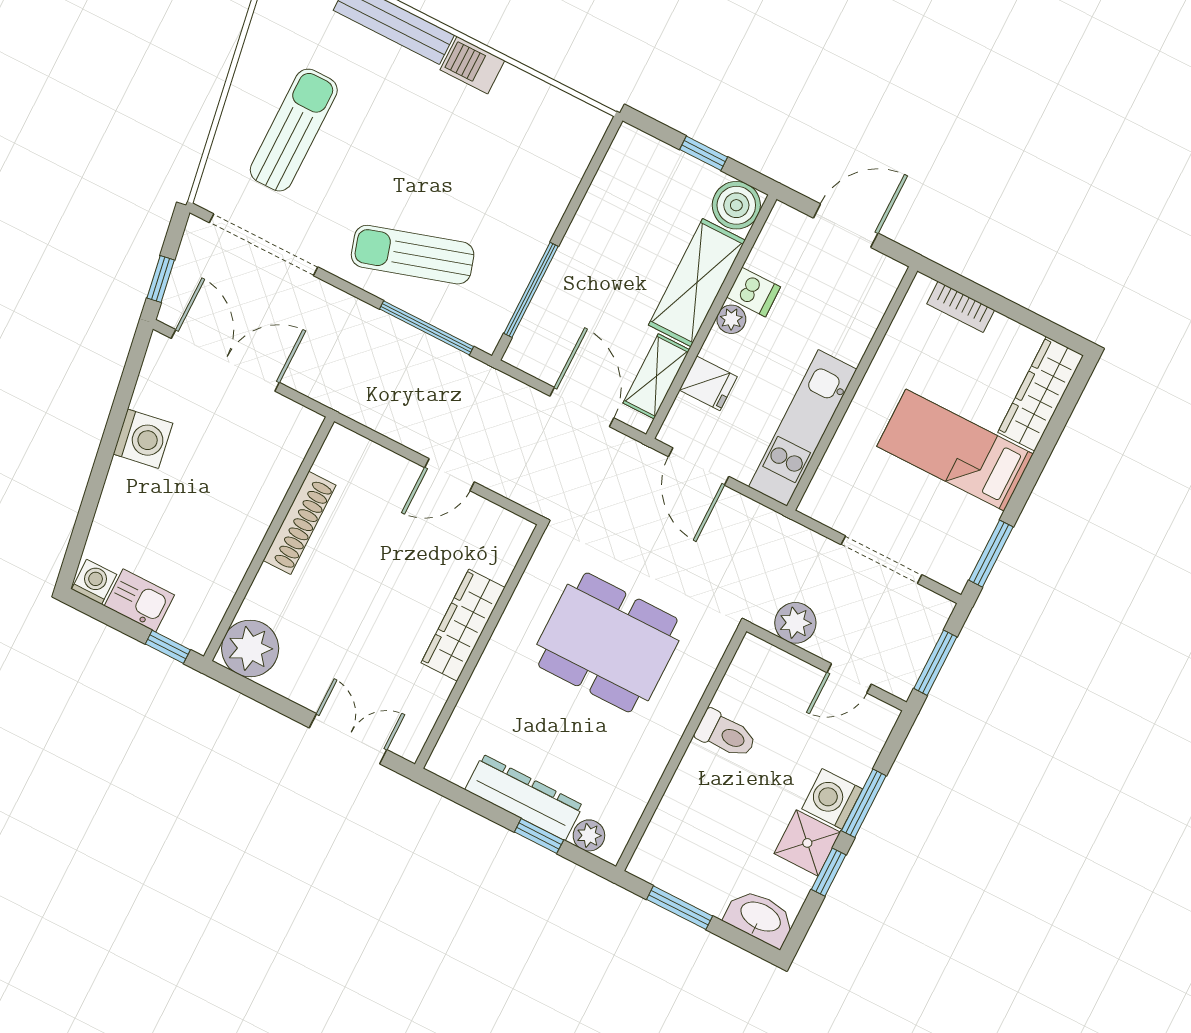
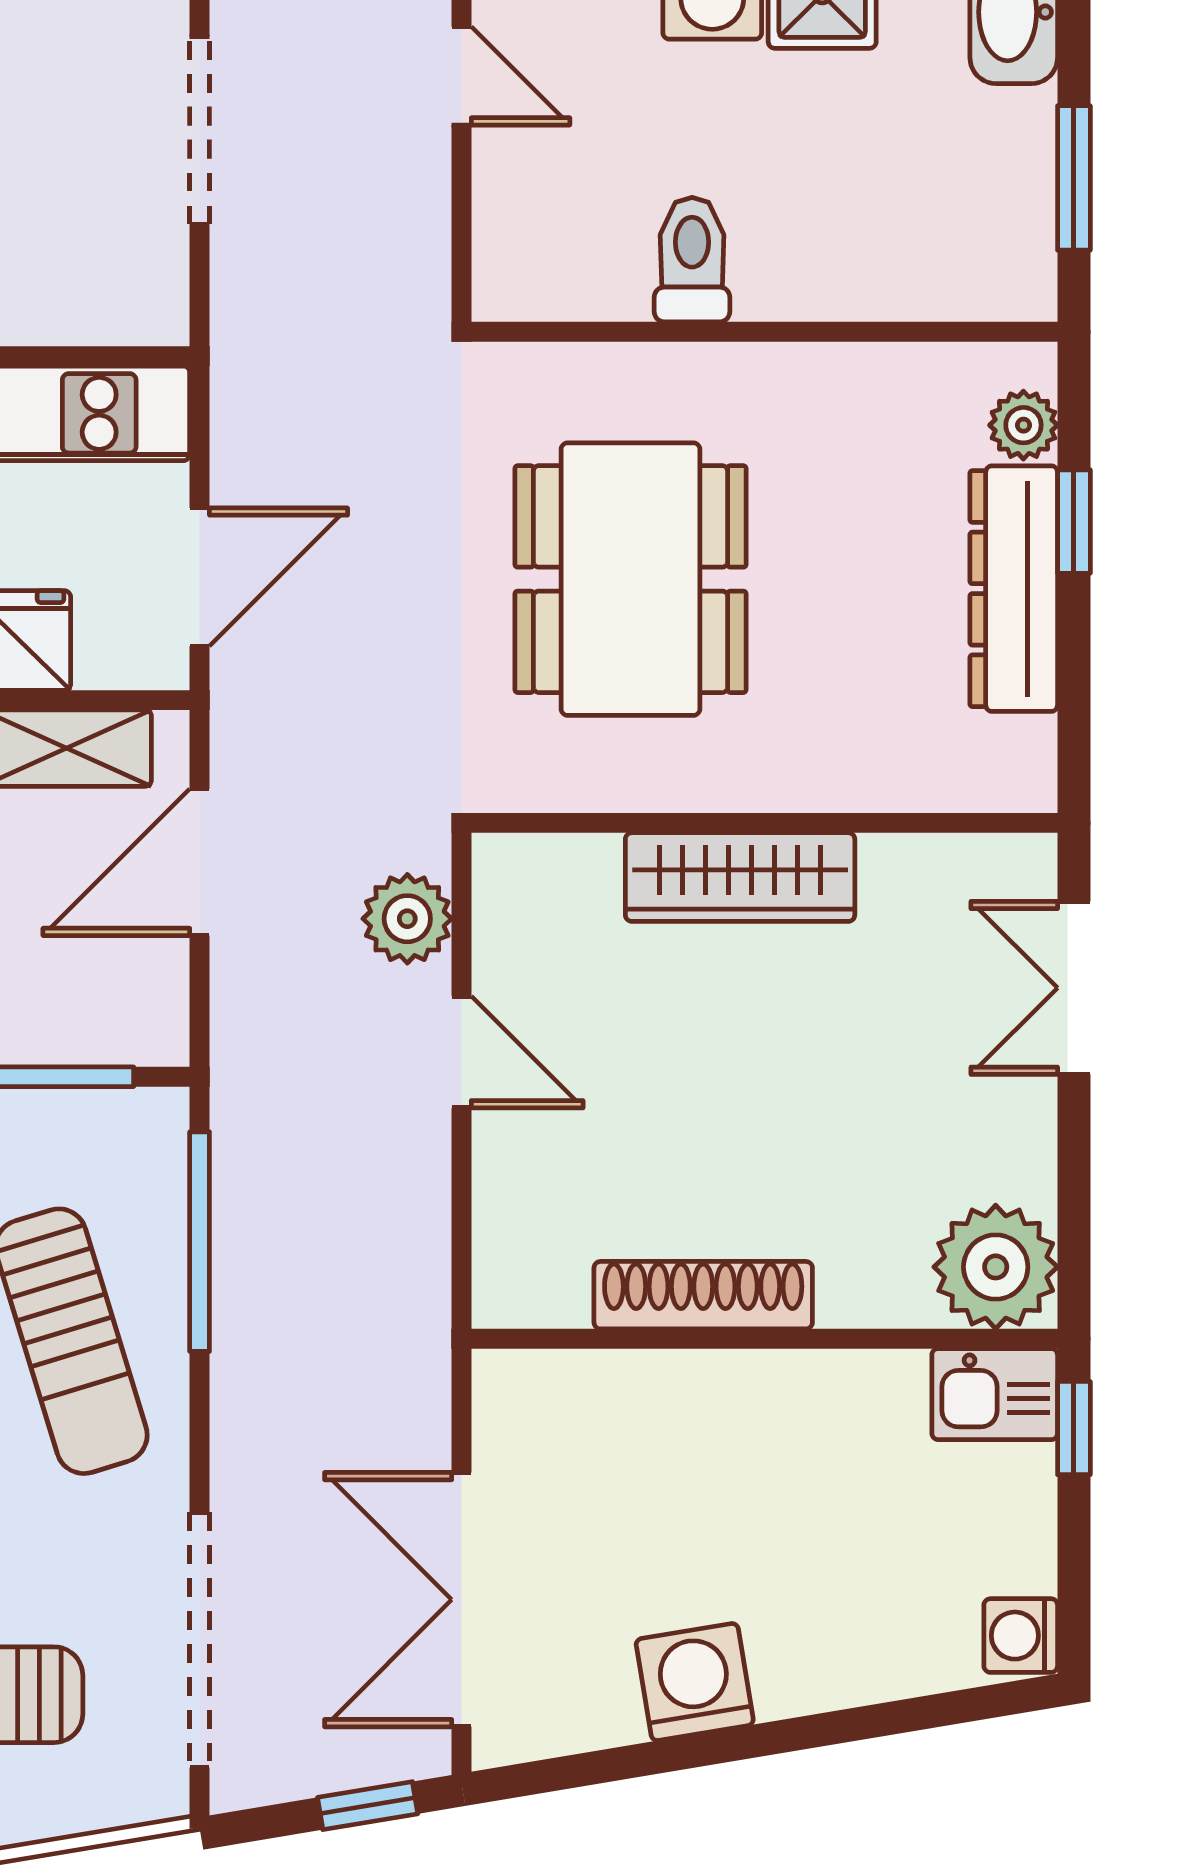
kitchen sink: (139, 600) -> (995, 1394), moved, turned -90
plant: (795, 623) -> (407, 919), moved

